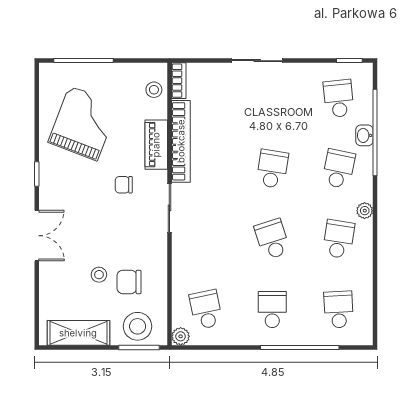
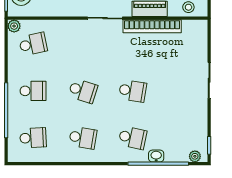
bookcase: (179, 81) -> (195, 25), removed
school desk: (339, 98) -> (182, 138), removed
plant: (365, 211) -> (195, 156), moved
school desk: (272, 239) -> (83, 91), turned 36

